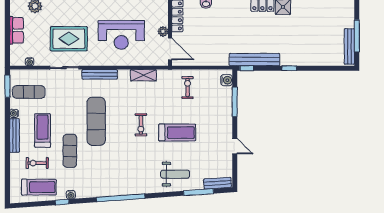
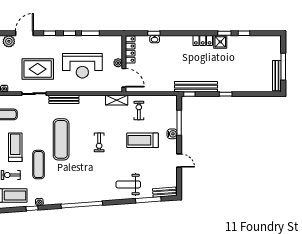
shelving: (143, 75) -> (117, 100), moved
water cooler: (227, 80) -> (172, 134), moved
treadmill: (177, 133) -> (143, 140), moved, turned 180
weight bench: (175, 174) -> (128, 184), turned 180

